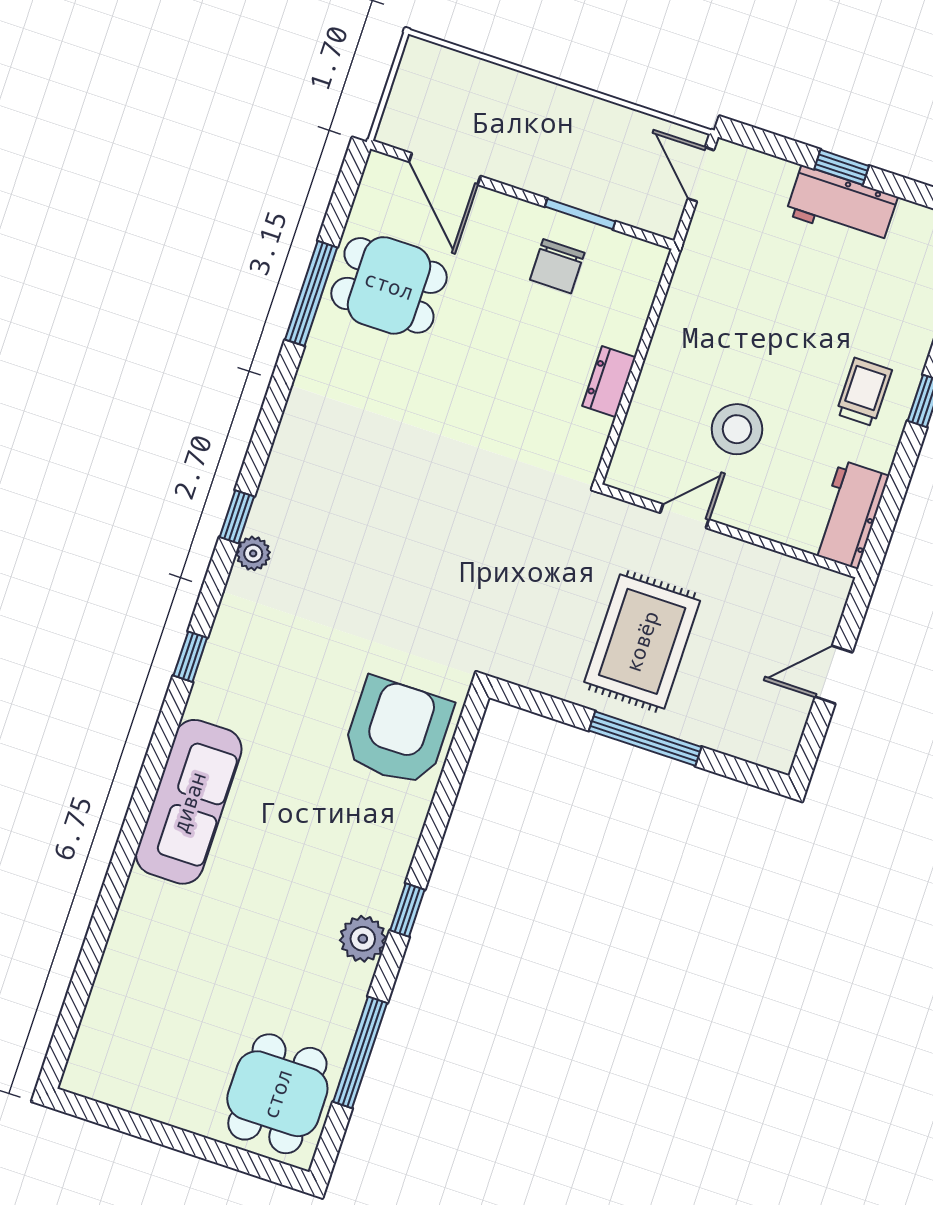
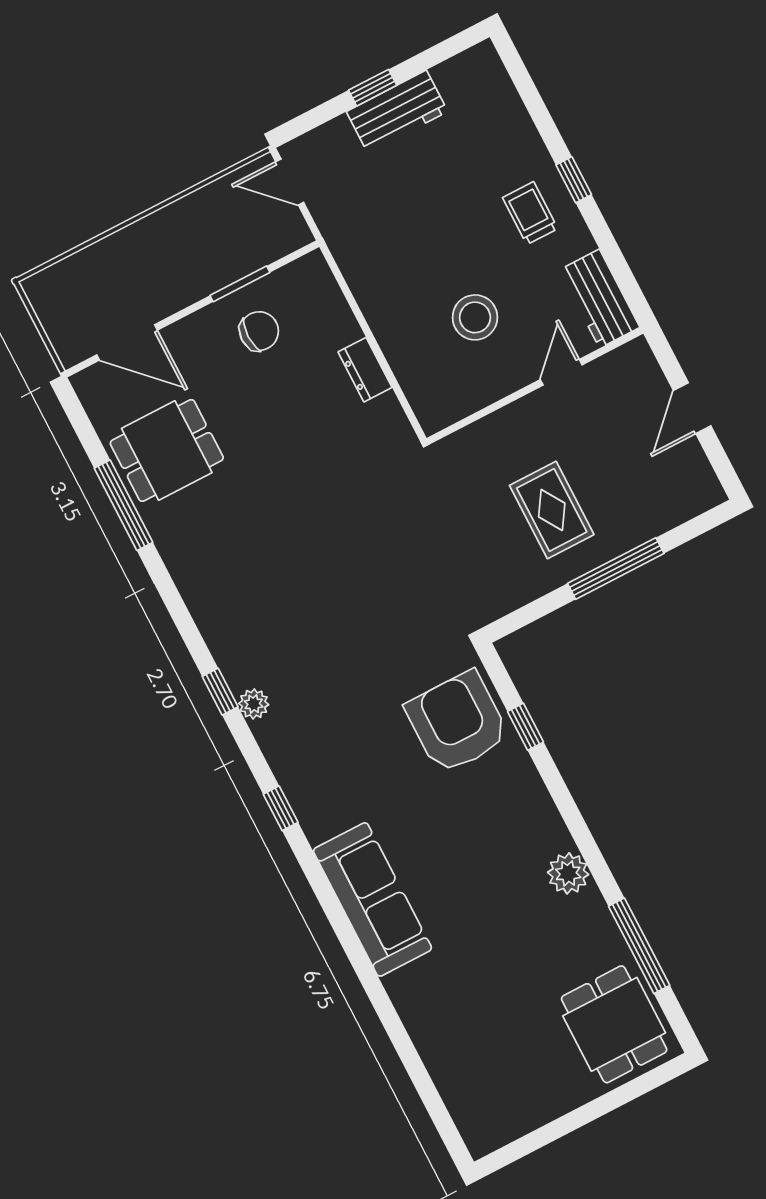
chair: (557, 266) -> (259, 331), turned -90
door: (684, 516) -> (561, 372), moved
rug: (642, 641) -> (552, 510), width x0.73, depth x0.70
window: (407, 910) -> (526, 727), moved

